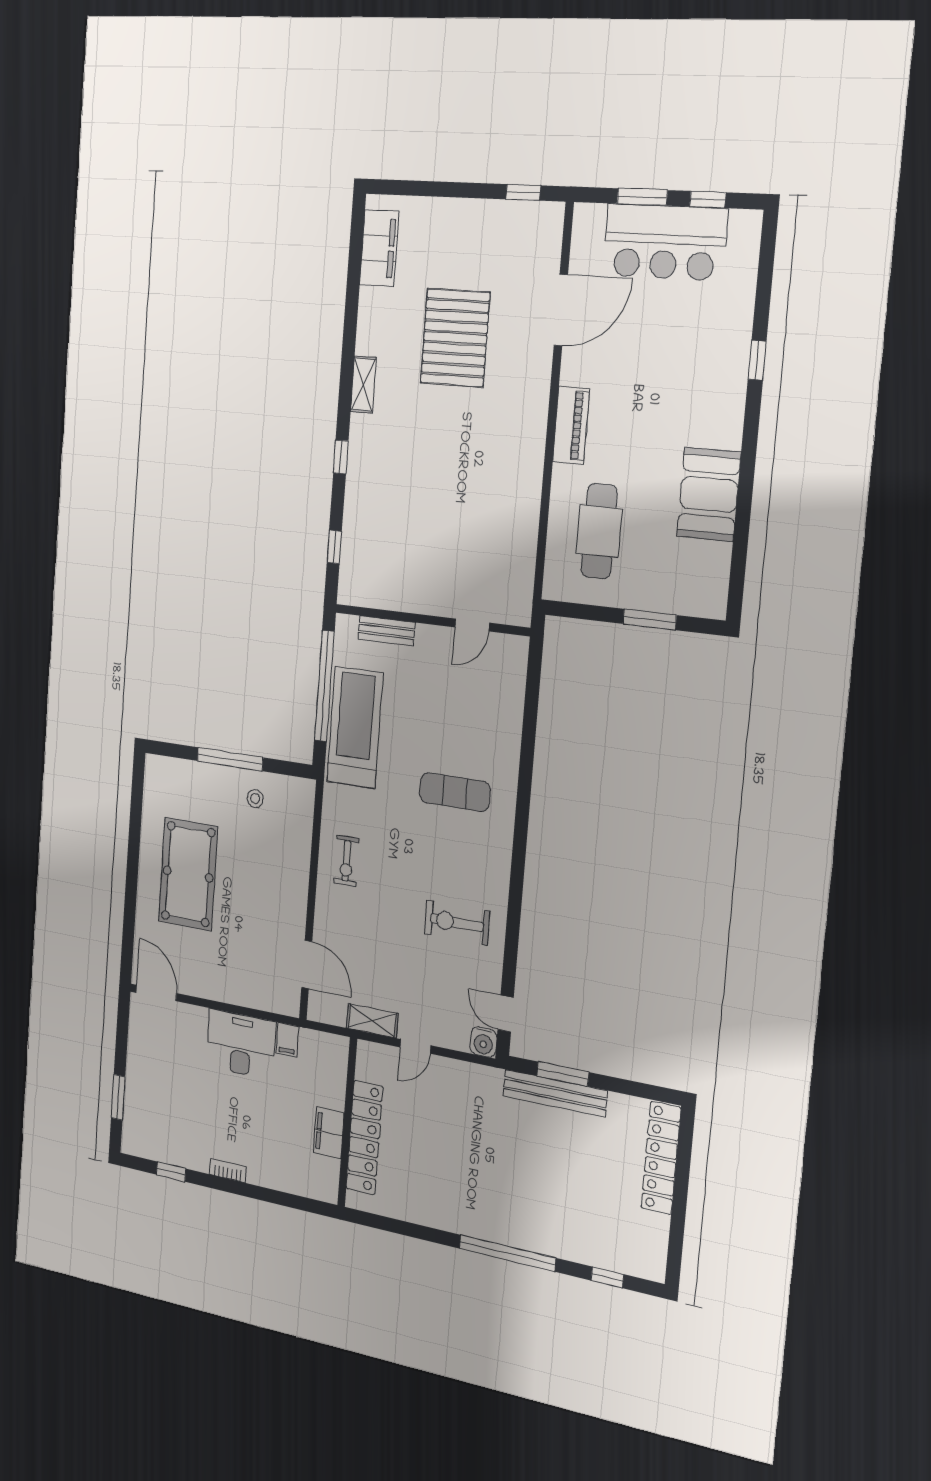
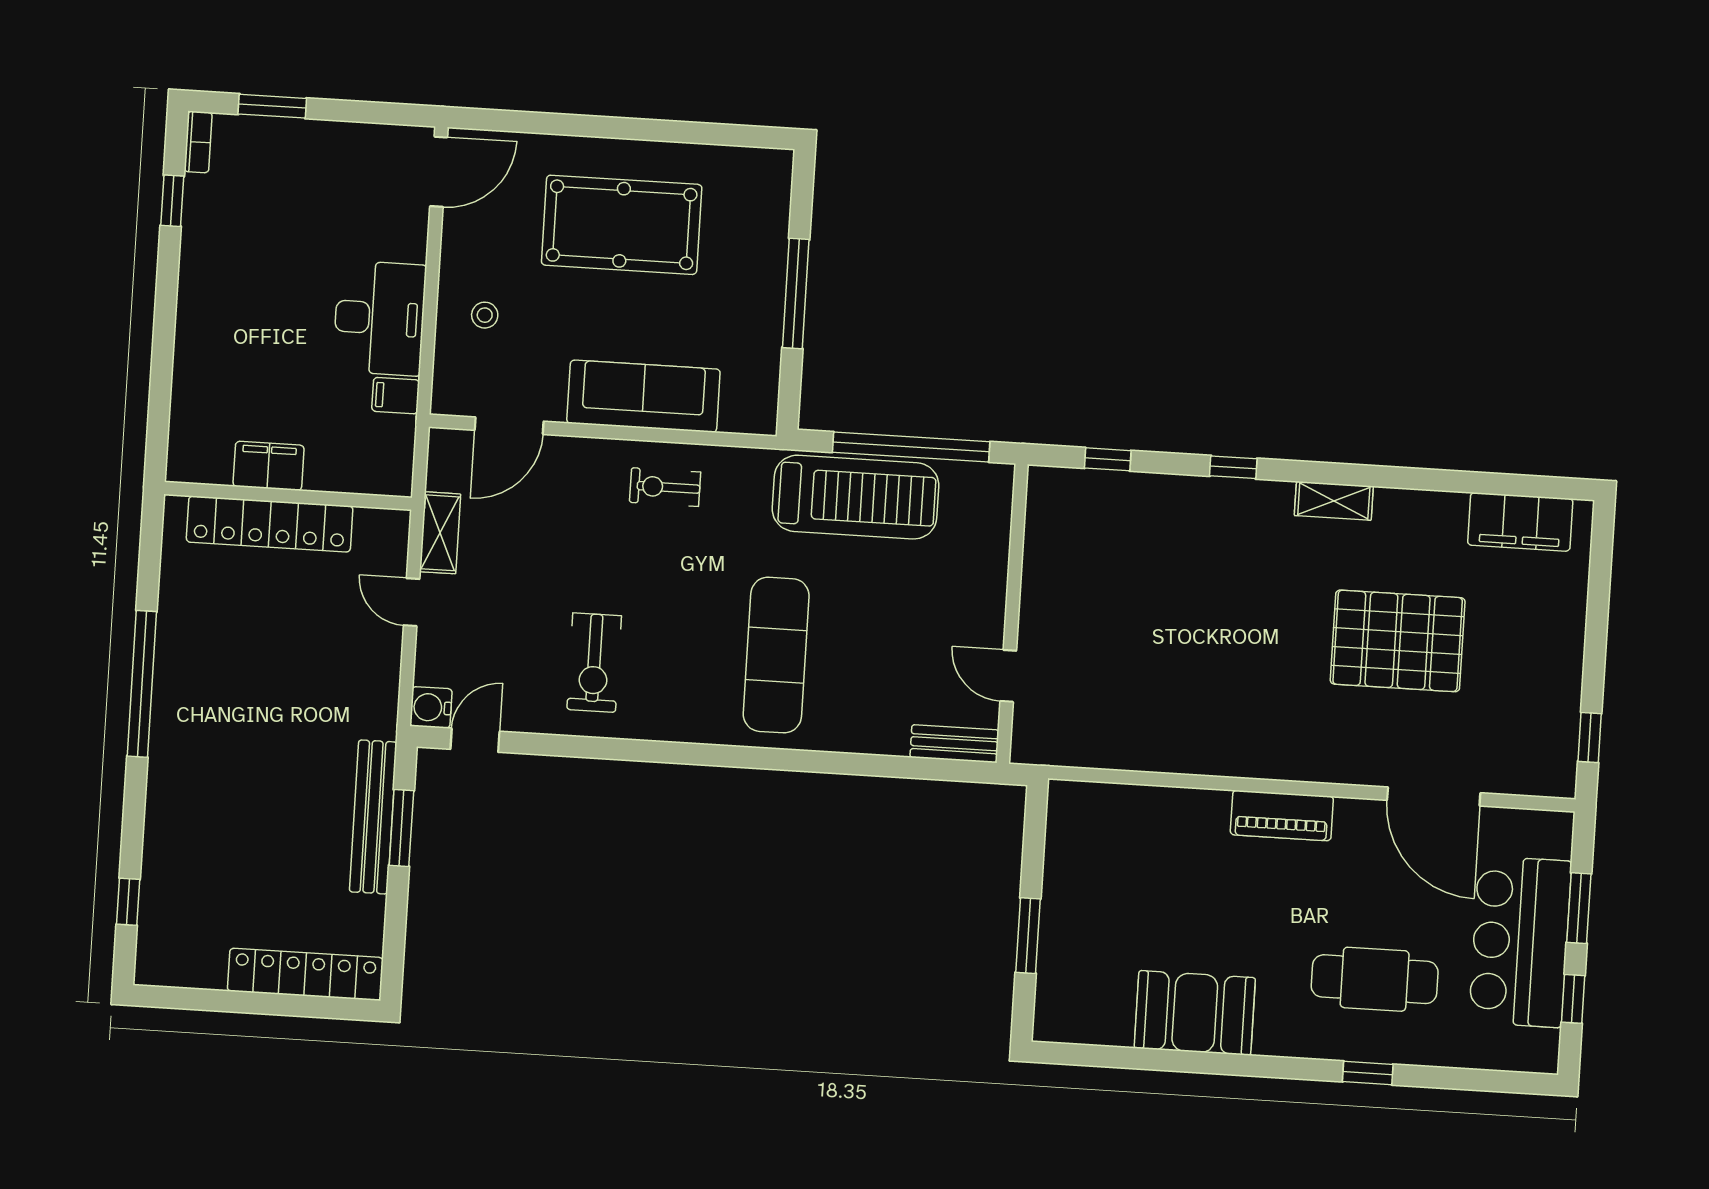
cafe table: (599, 531) -> (1375, 979), moved
bench: (386, 631) -> (954, 744), moved, turned 90
exercise mat: (455, 792) -> (776, 655), width x1.36, depth x1.45
stool: (255, 799) -> (485, 315), moved
sofa: (290, 870) -> (643, 396), added
exercise bike: (457, 923) -> (594, 663), turned 180
bookcase: (228, 1171) -> (198, 142), moved
window: (507, 1253) -> (142, 684), moved

